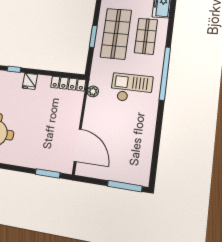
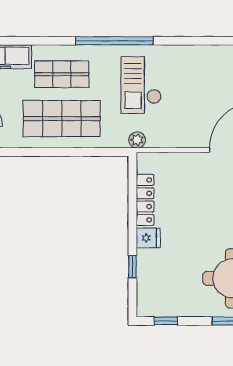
window: (93, 36) -> (69, 152), removed
locker: (68, 84) -> (145, 200), moved
plant: (93, 91) -> (137, 140), moved

